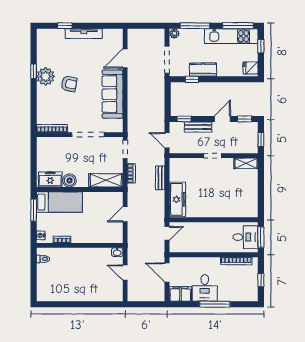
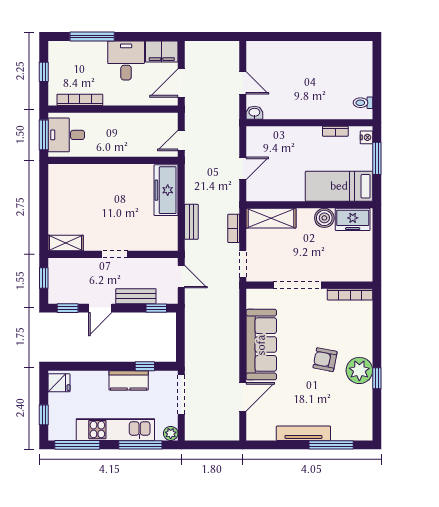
window: (65, 26) -> (331, 445), width x2.17
kitchen unit: (231, 36) -> (115, 430), moved
window: (34, 210) -> (377, 158), moved
door: (167, 273) -> (181, 83), swing flipped
window: (215, 304) -> (92, 36), moved

